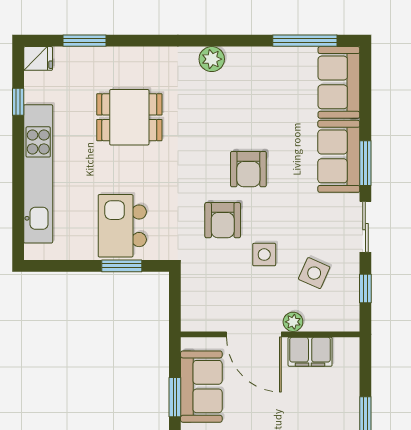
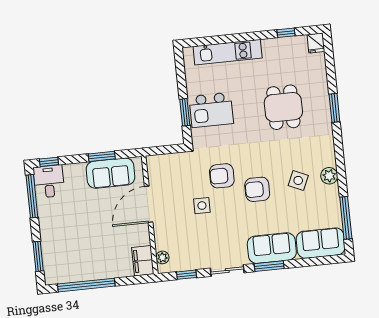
window: (85, 41) -> (334, 108), moved
plant: (212, 59) -> (329, 176), moved
kitchen unit: (38, 174) -> (228, 52), width x0.73
kitchen island: (122, 226) -> (211, 110), turned 180
side table: (314, 273) -> (298, 180), moved
plant: (293, 322) -> (162, 257), moved
filing cabinet: (310, 352) -> (143, 261), moved

